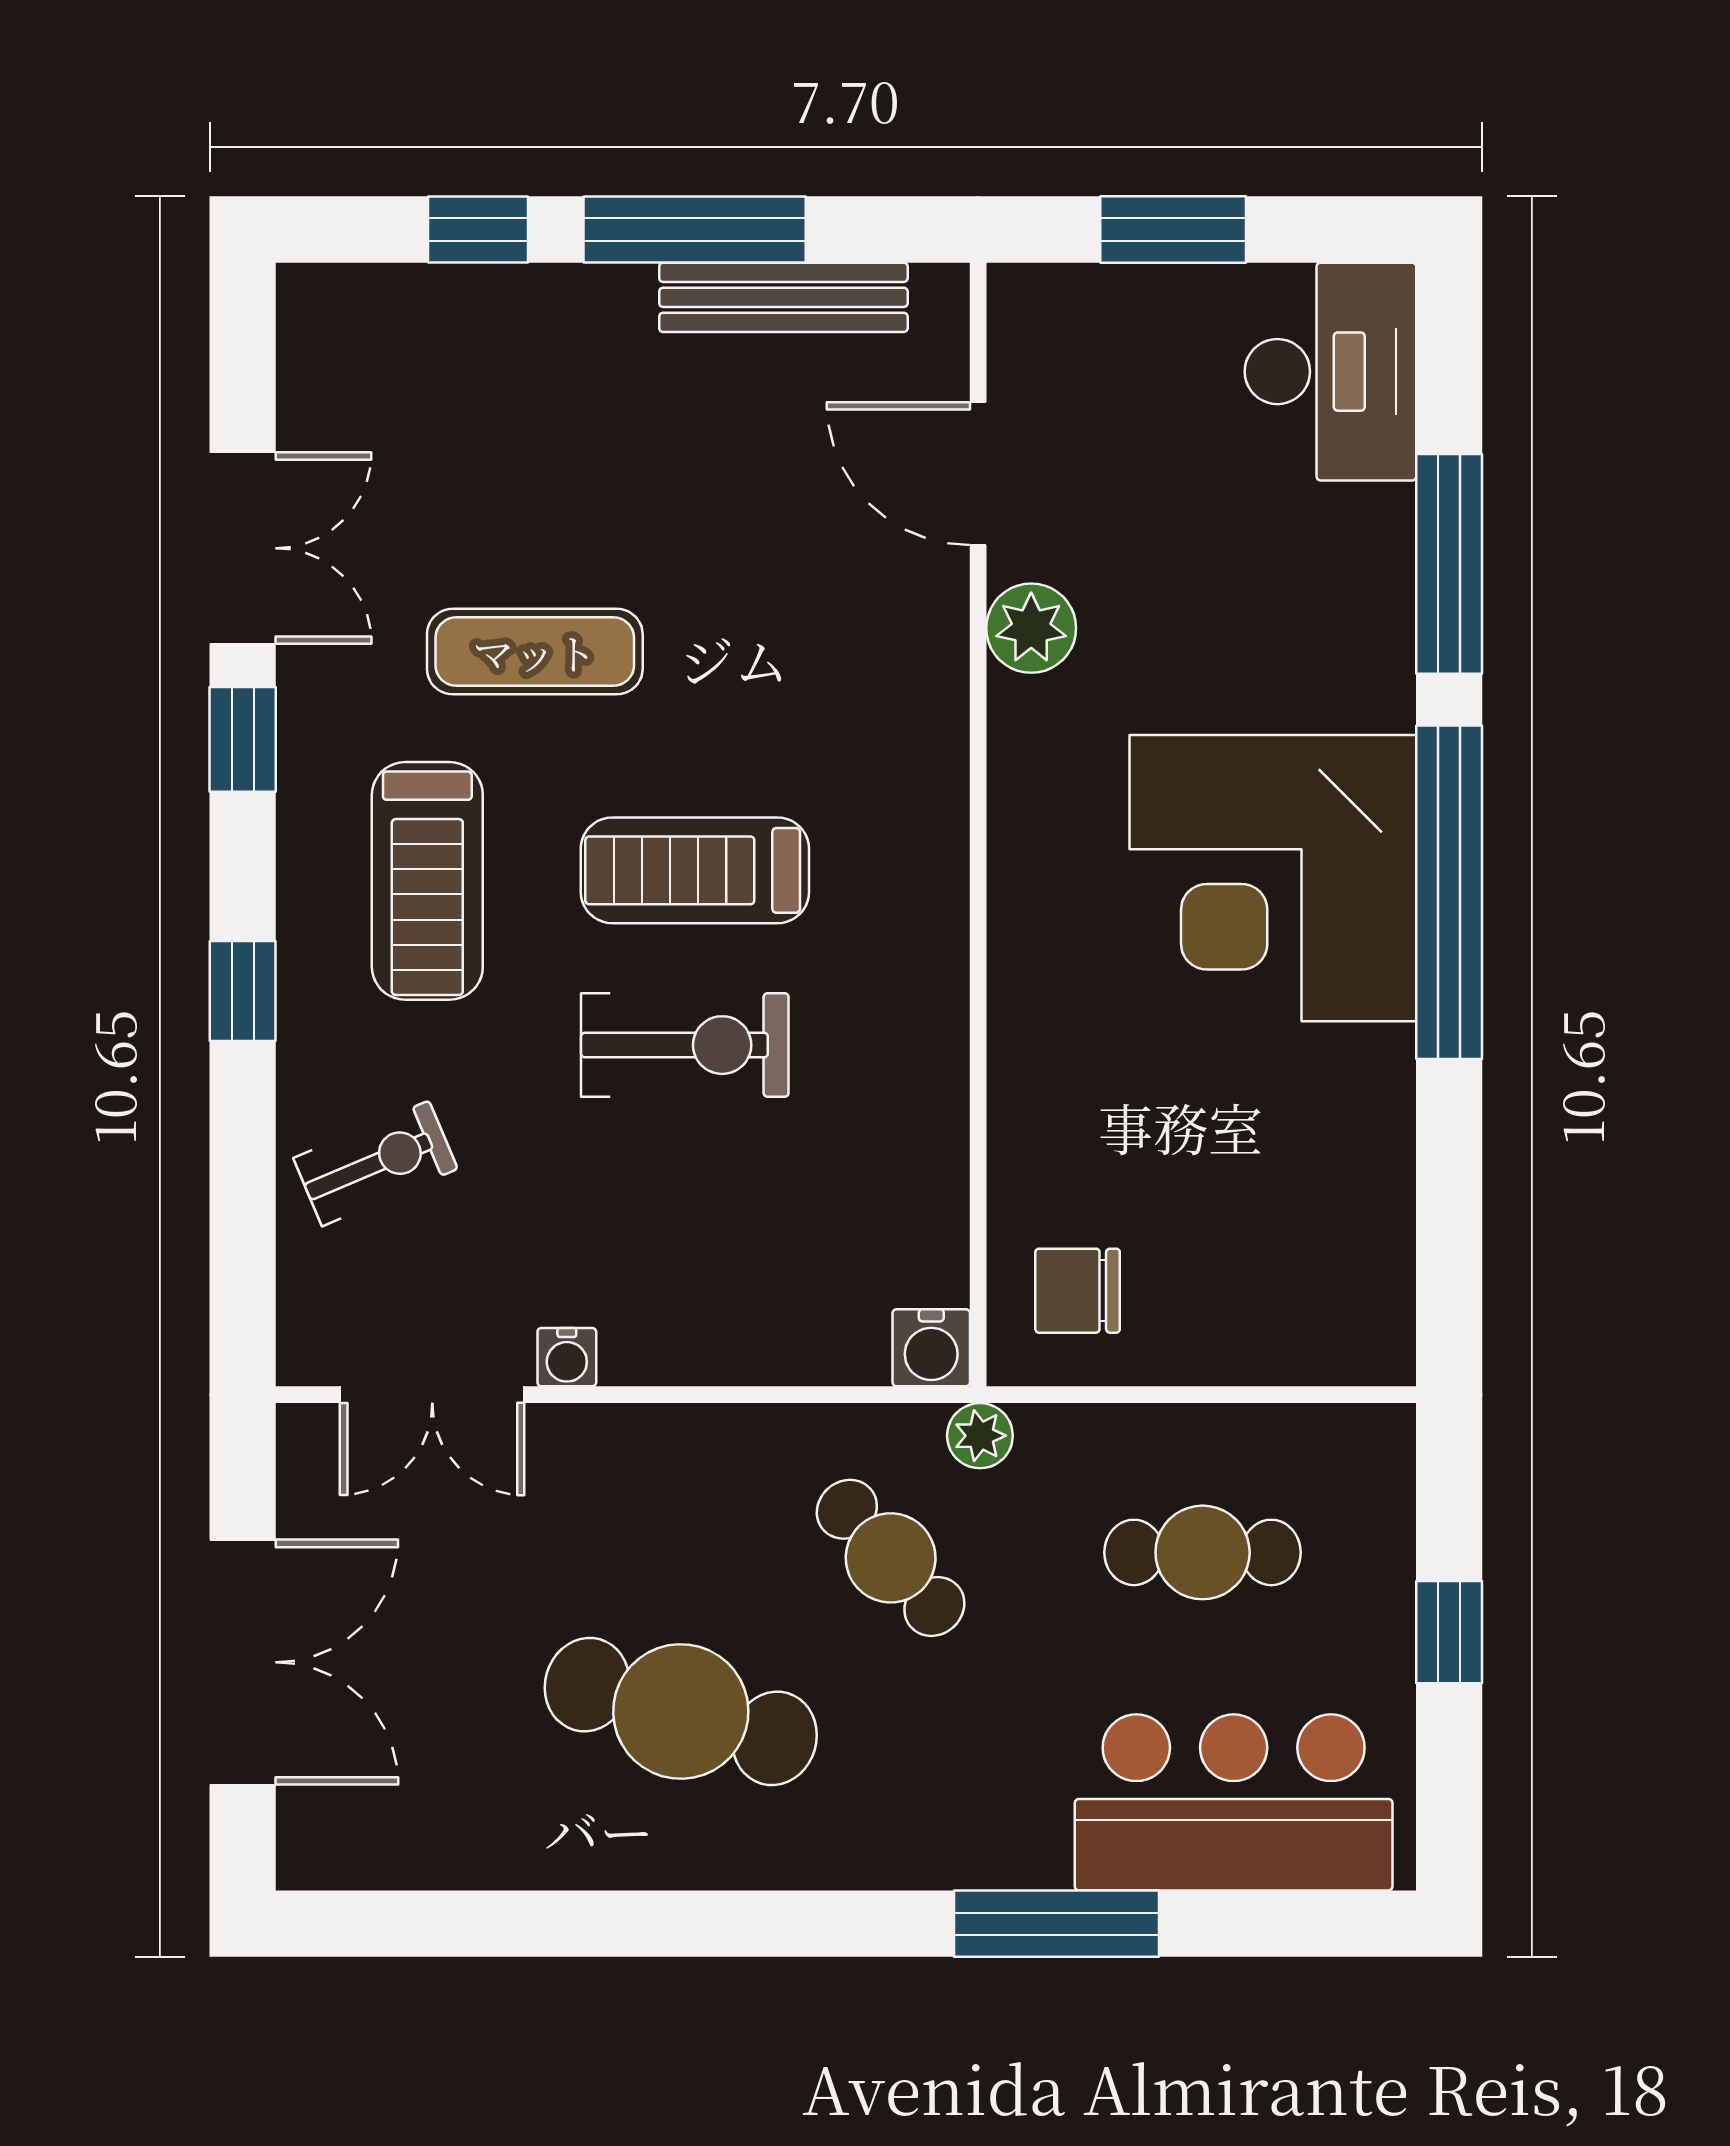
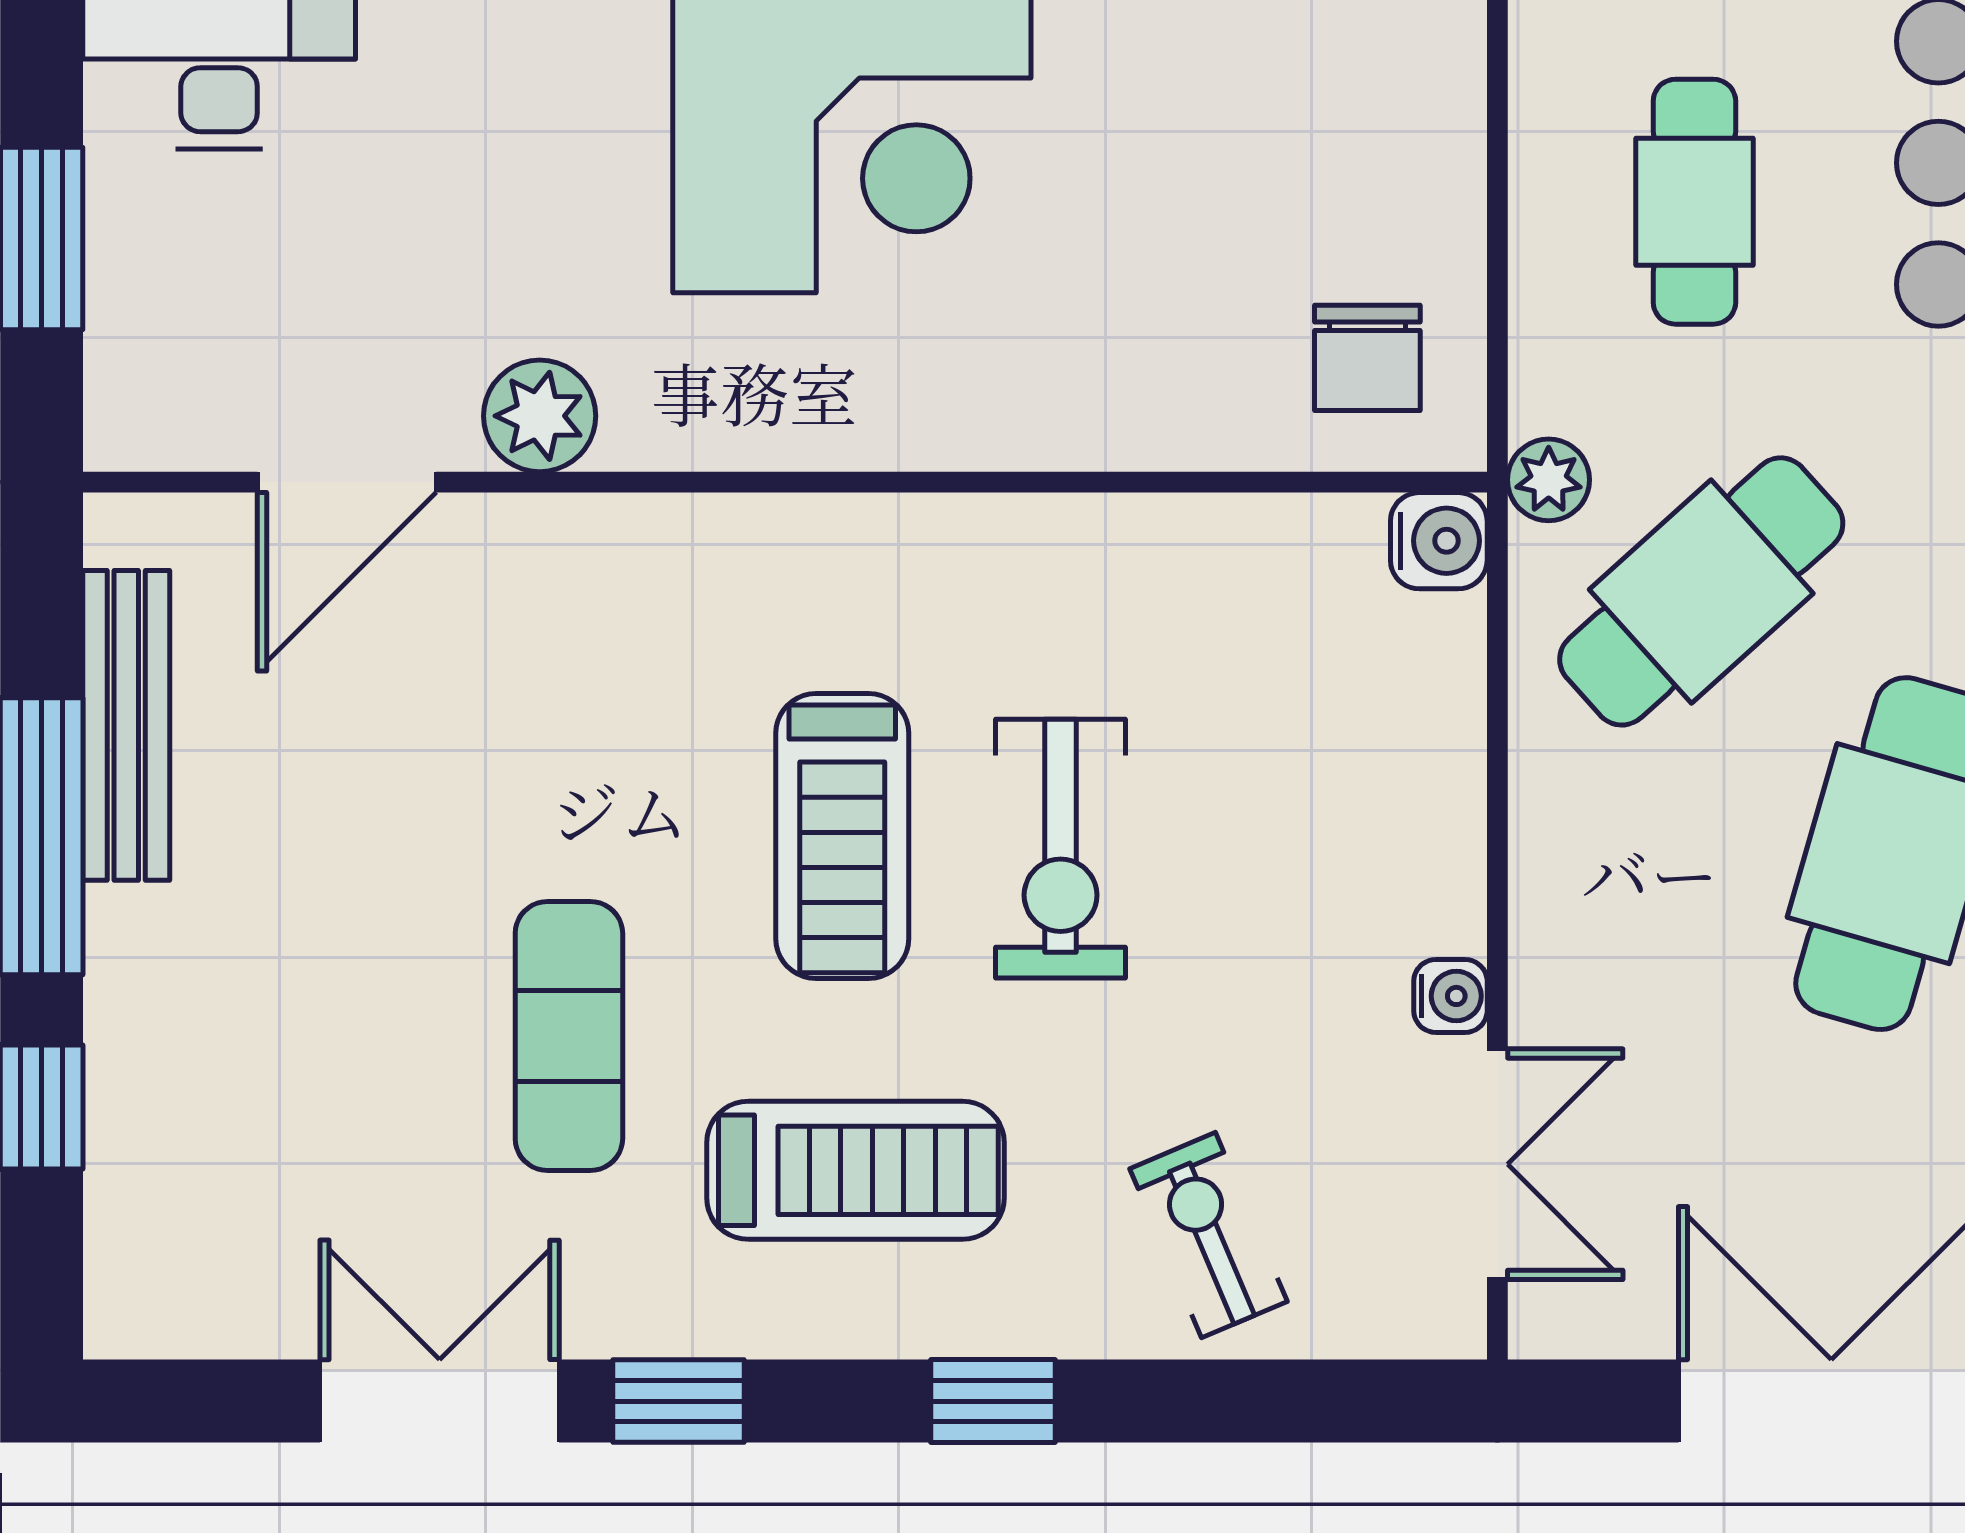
exercise bike: (685, 1045) -> (1061, 849), turned 180
cafe table: (891, 1558) -> (1701, 591), width x1.37, depth x1.35

